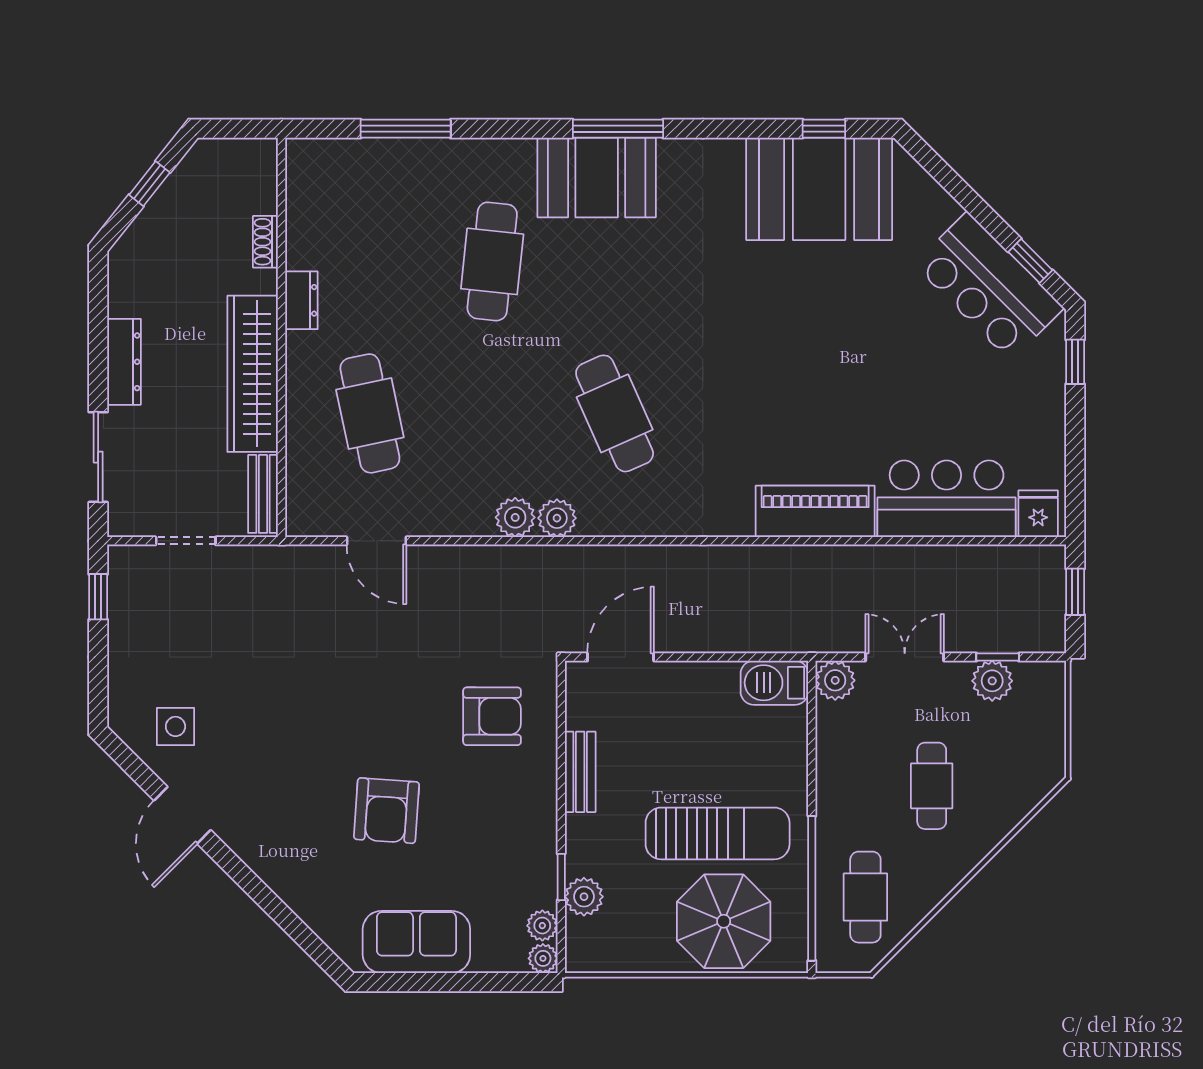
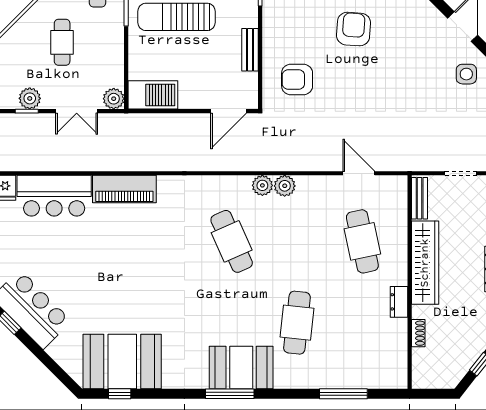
barbecue: (774, 683) -> (153, 95), width x1.37, depth x1.21

